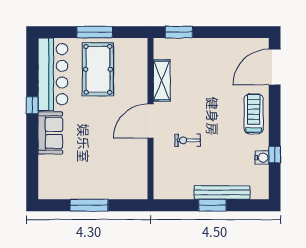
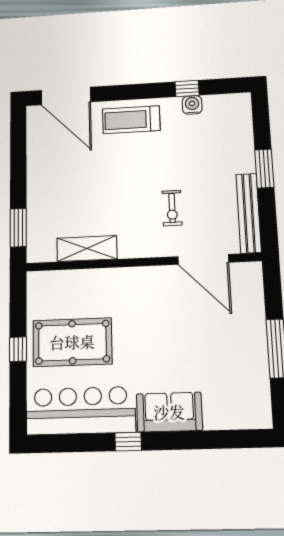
window: (95, 32) -> (18, 349), width x0.46
door: (151, 121) -> (203, 259), moved
bench: (222, 193) -> (249, 213), moved

